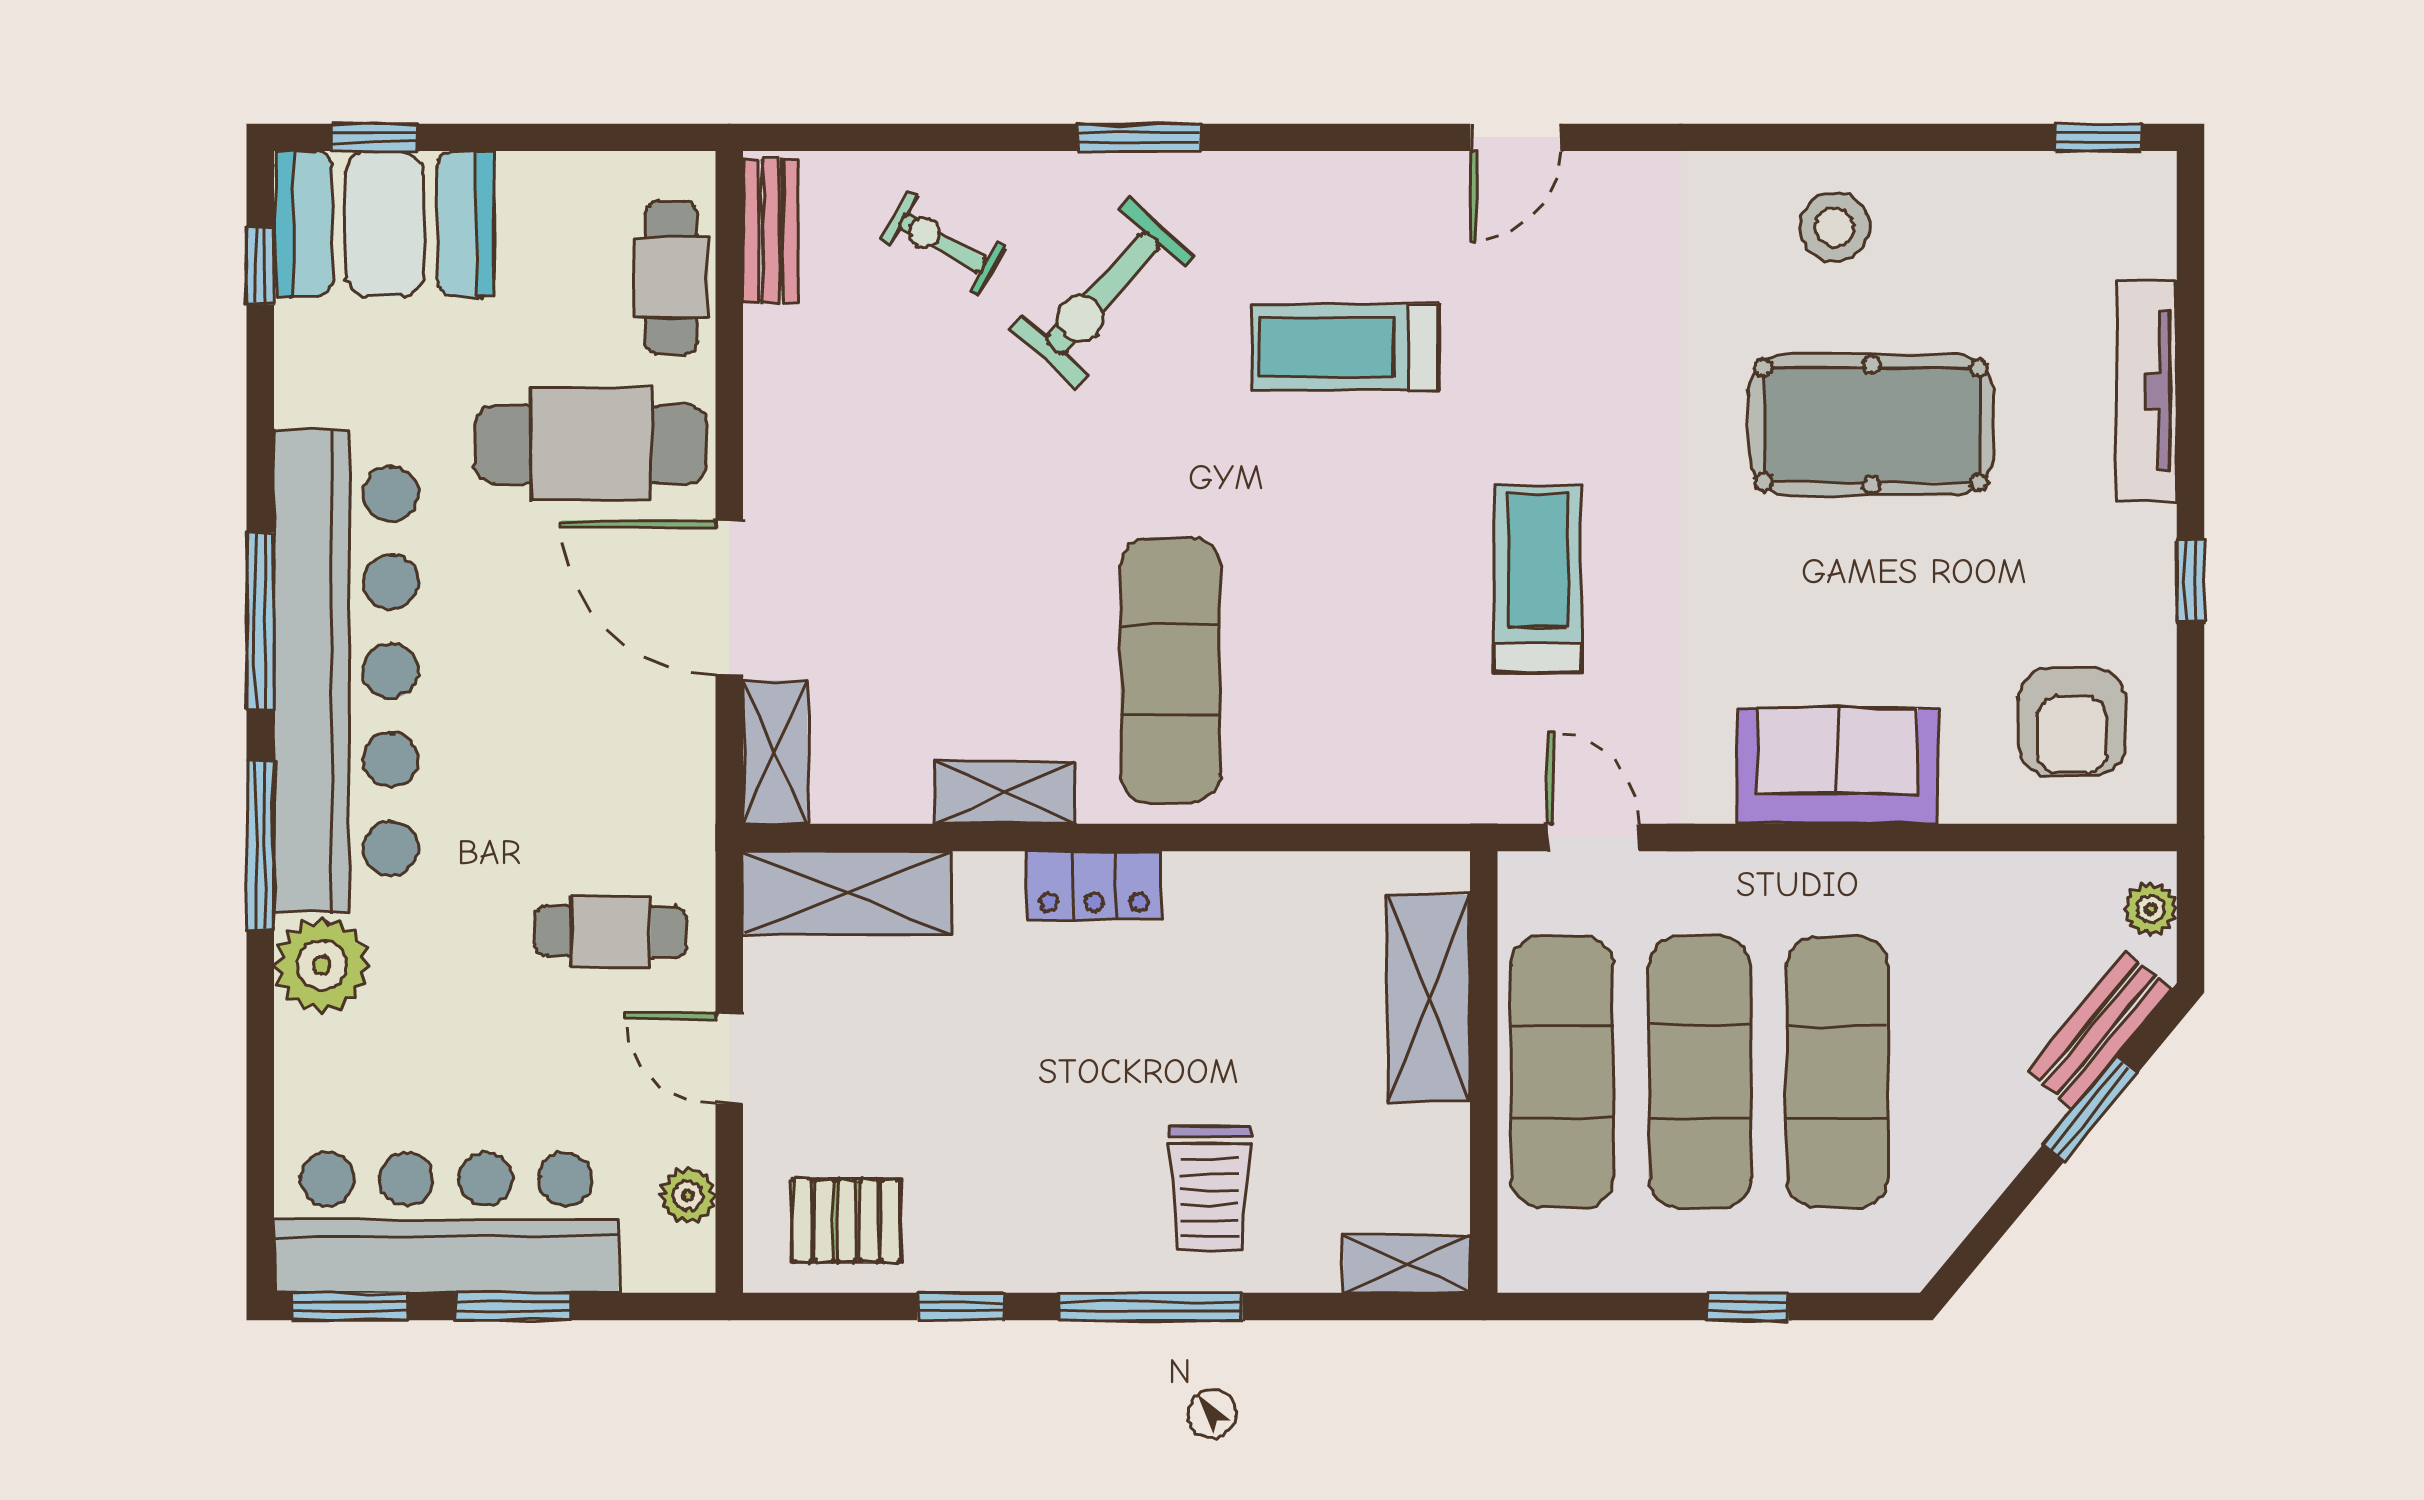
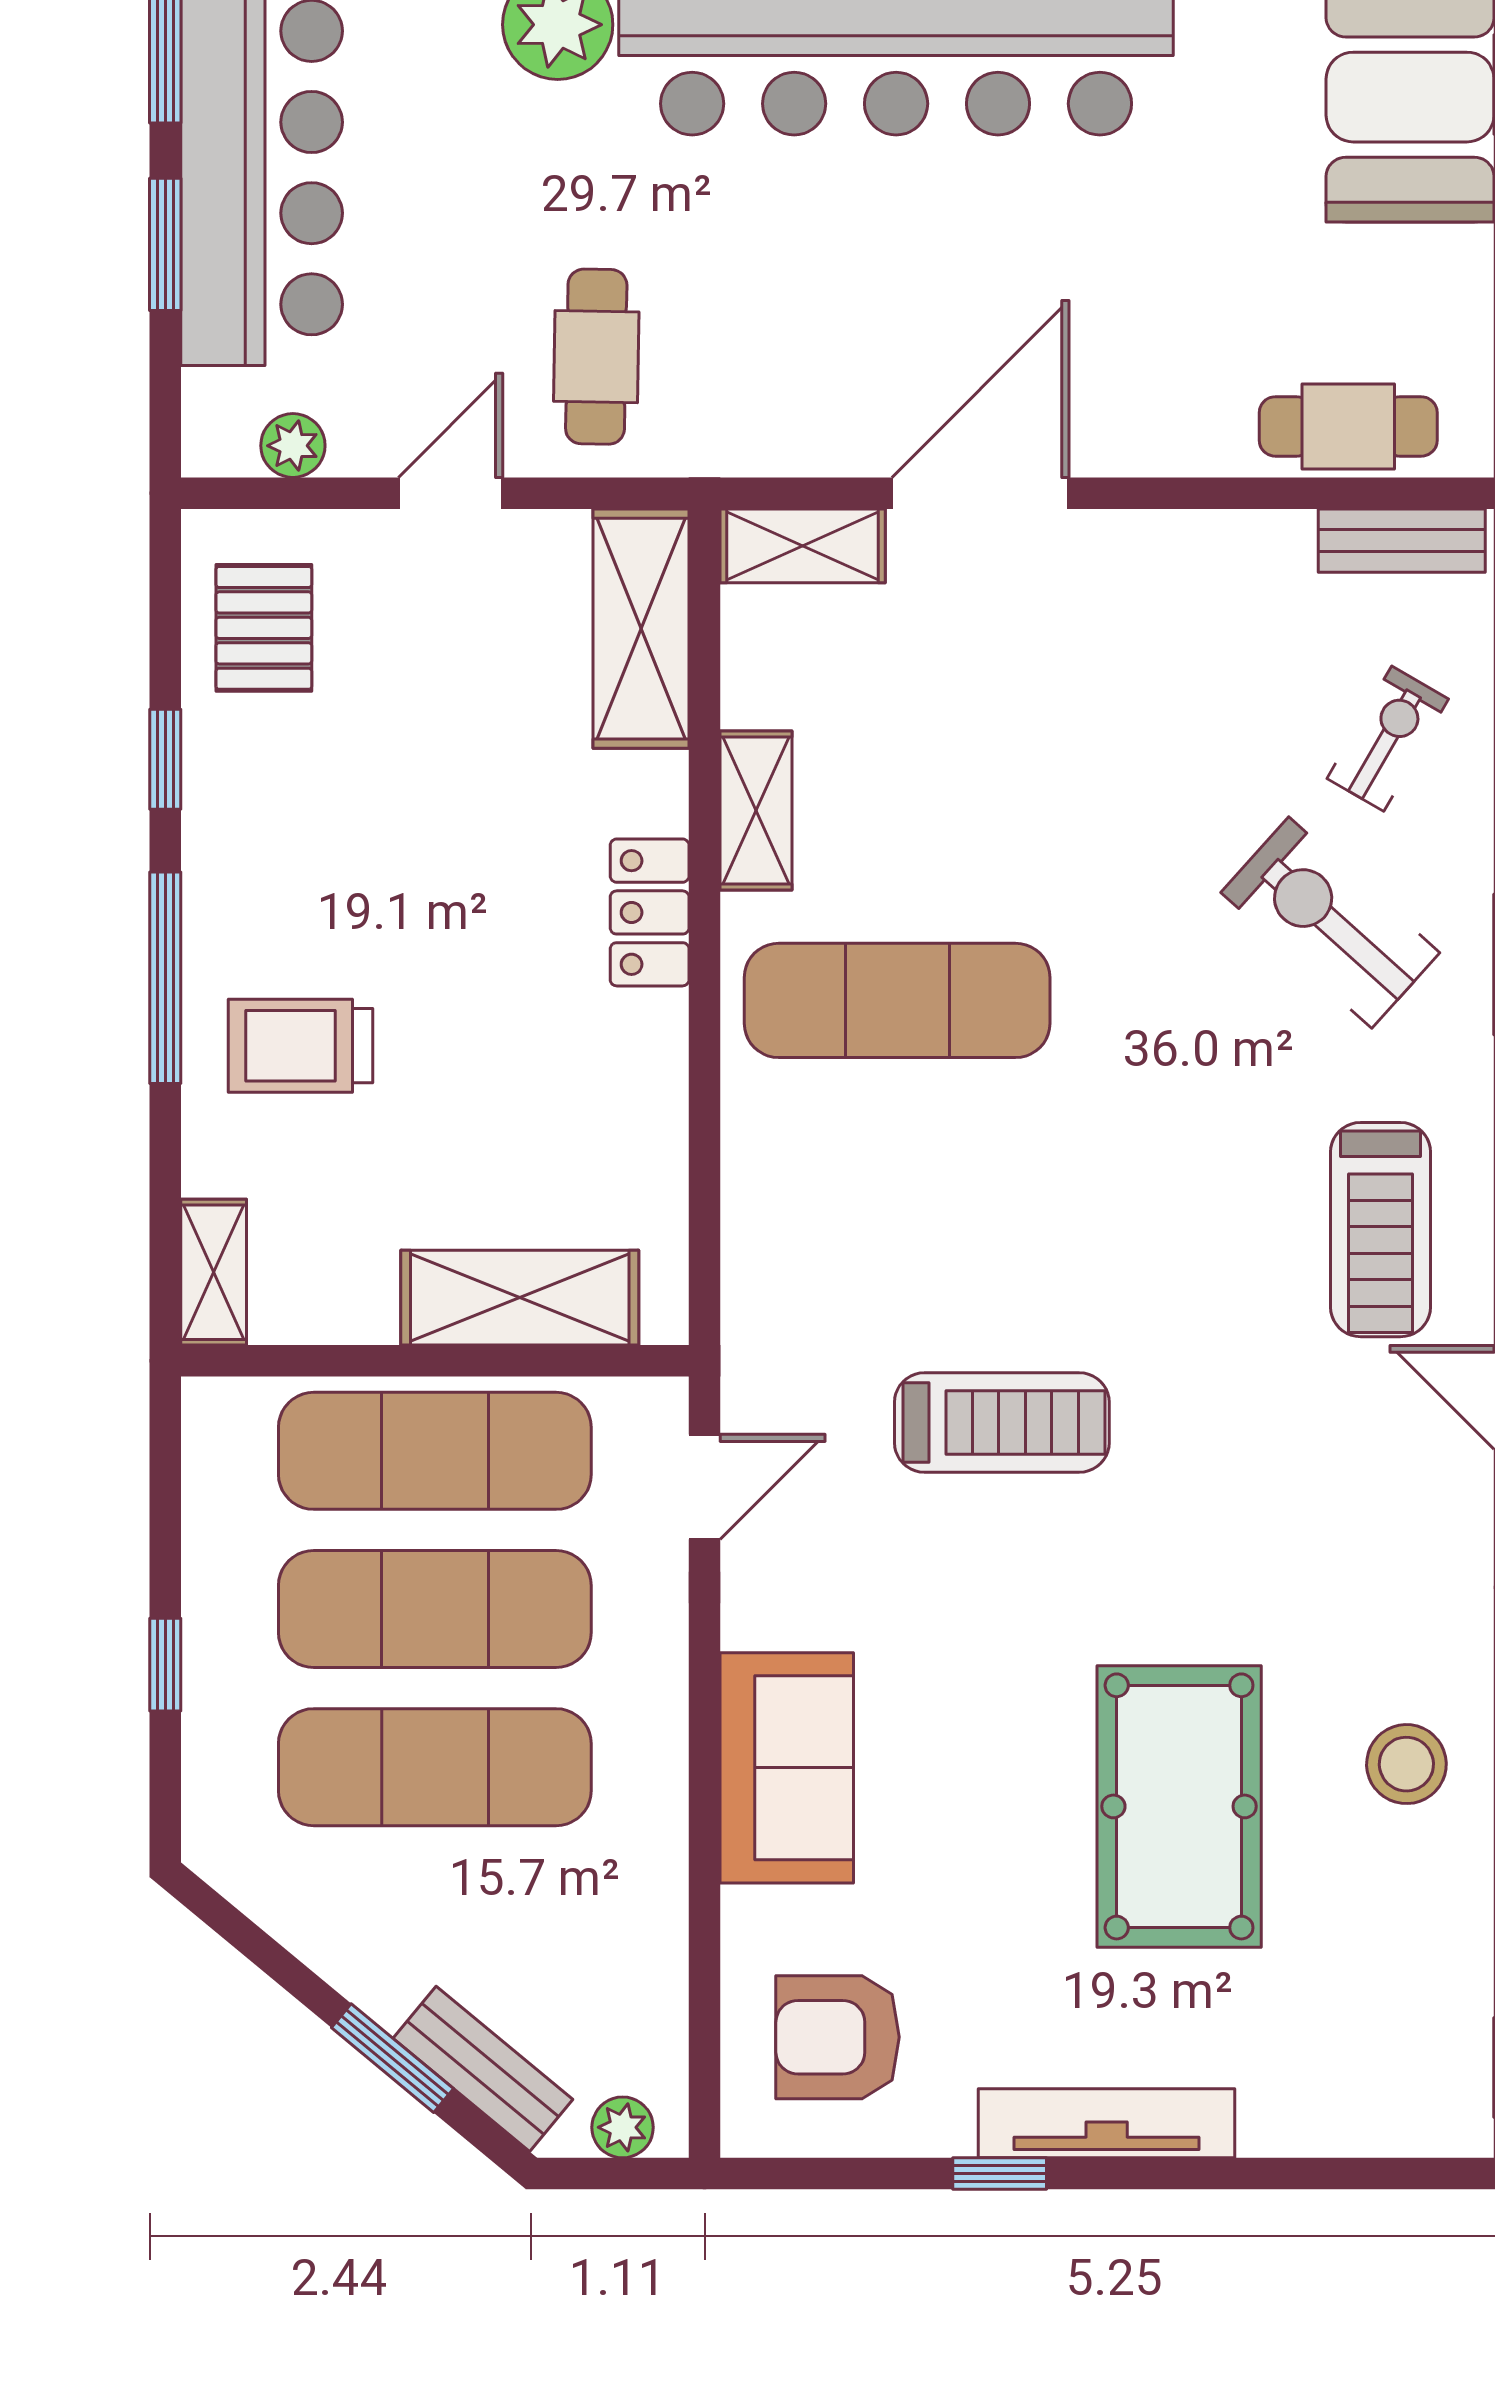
treadmill: (1345, 347) -> (1380, 1230), moved, turned 180
tv unit: (2147, 391) -> (1107, 2123), moved
cafe table: (591, 444) -> (1157, 334), removed

